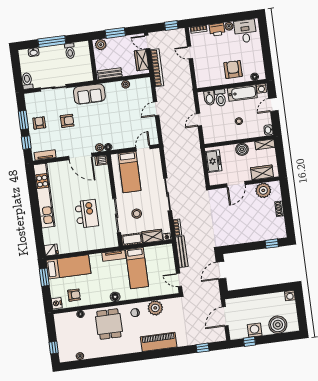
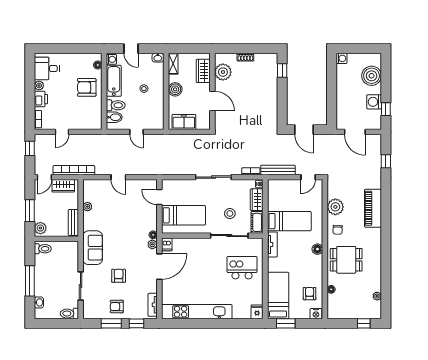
toilet: (70, 51) -> (43, 249), moved
kitchen island: (87, 214) -> (242, 268), moved

